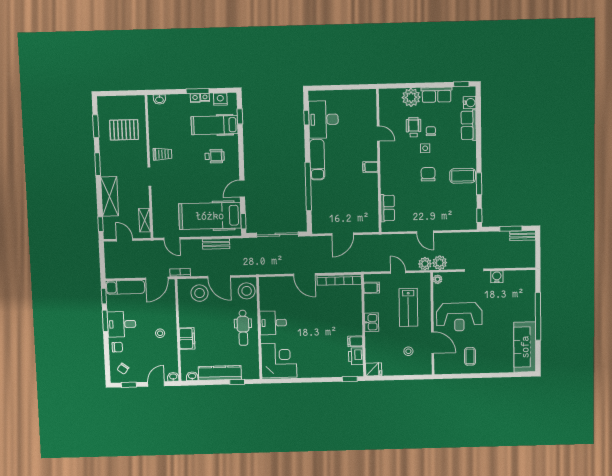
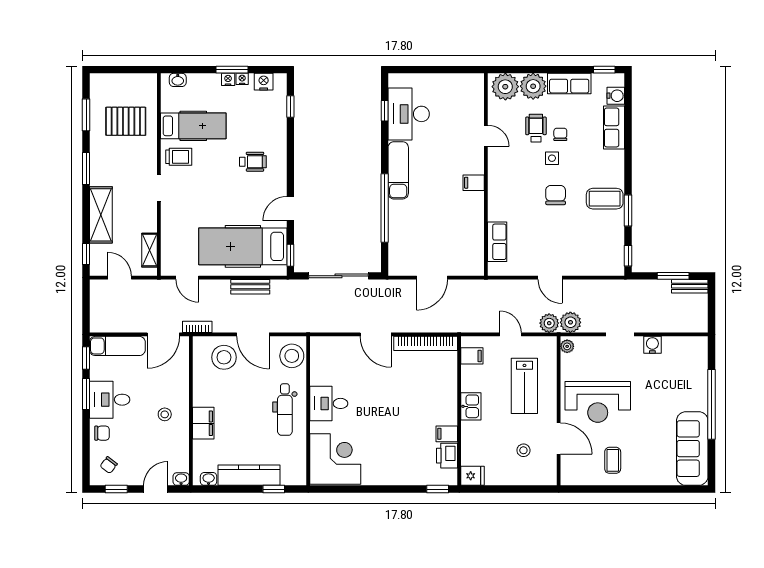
plant: (391, 98) -> (505, 87), added
hospital bed: (215, 125) -> (193, 126), moved, turned 180

